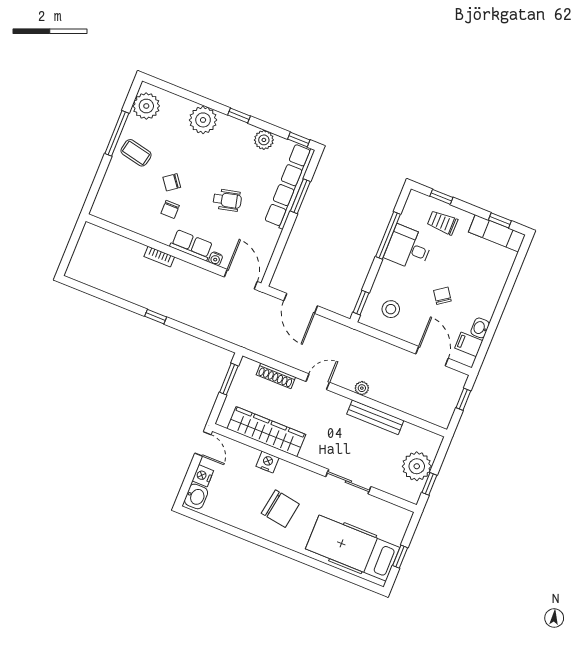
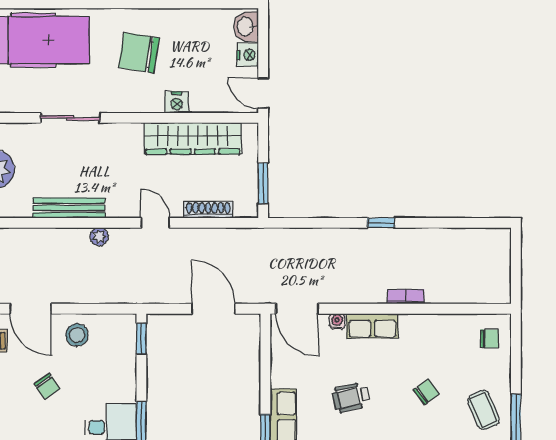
coffee table: (136, 153) -> (484, 410), turned 55
chair: (170, 209) -> (490, 339), moved, turned 90
stool: (391, 309) -> (77, 335), moved
door: (318, 382) -> (155, 223), swing flipped

